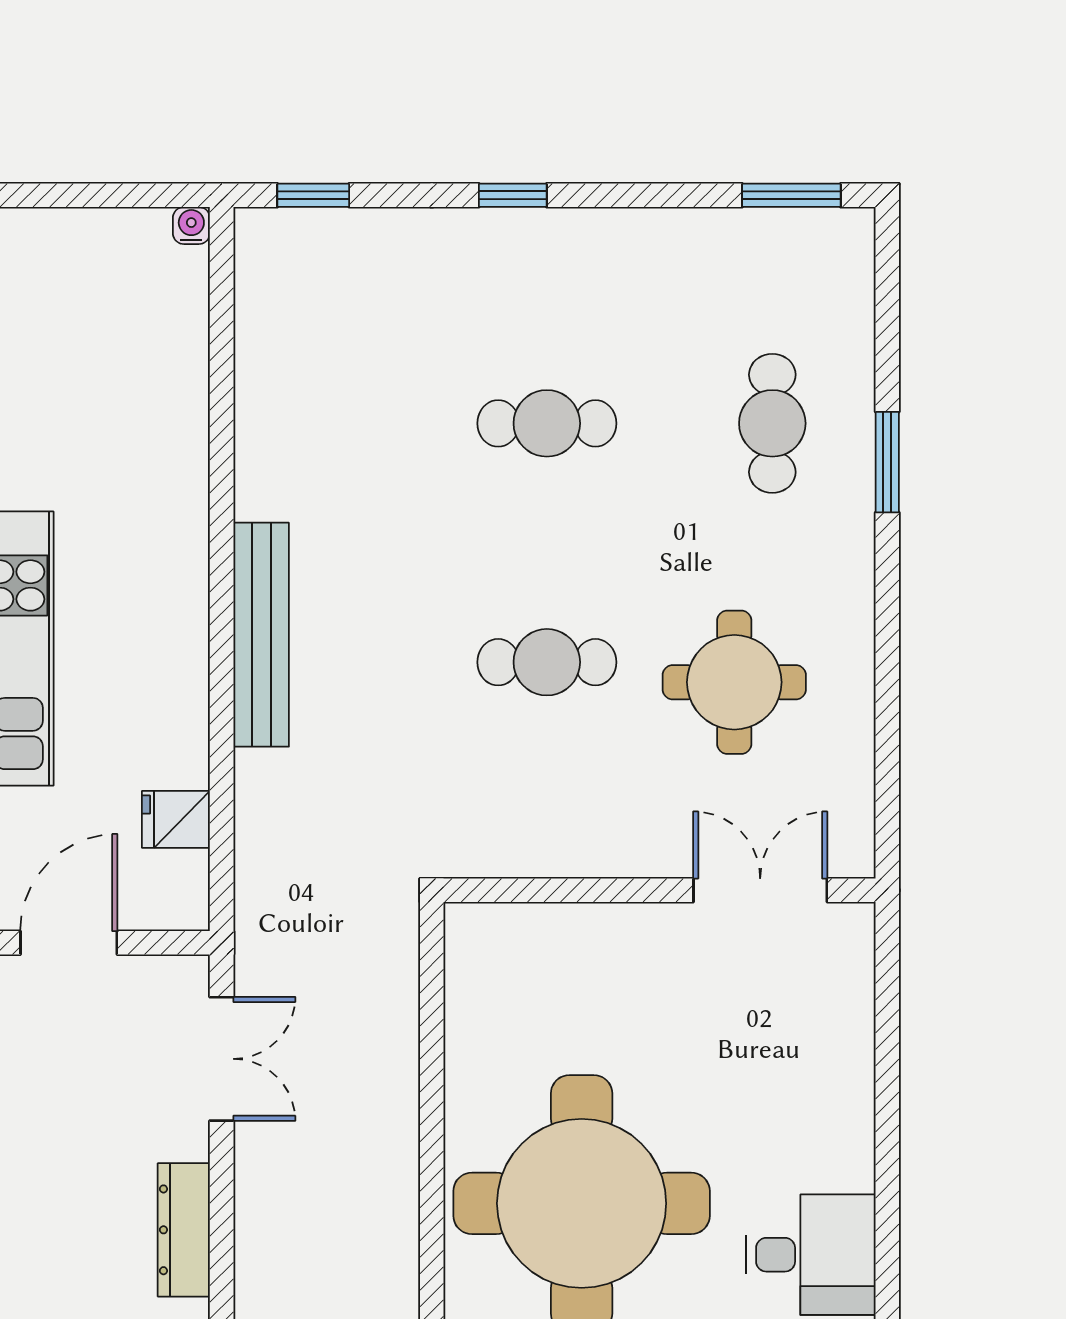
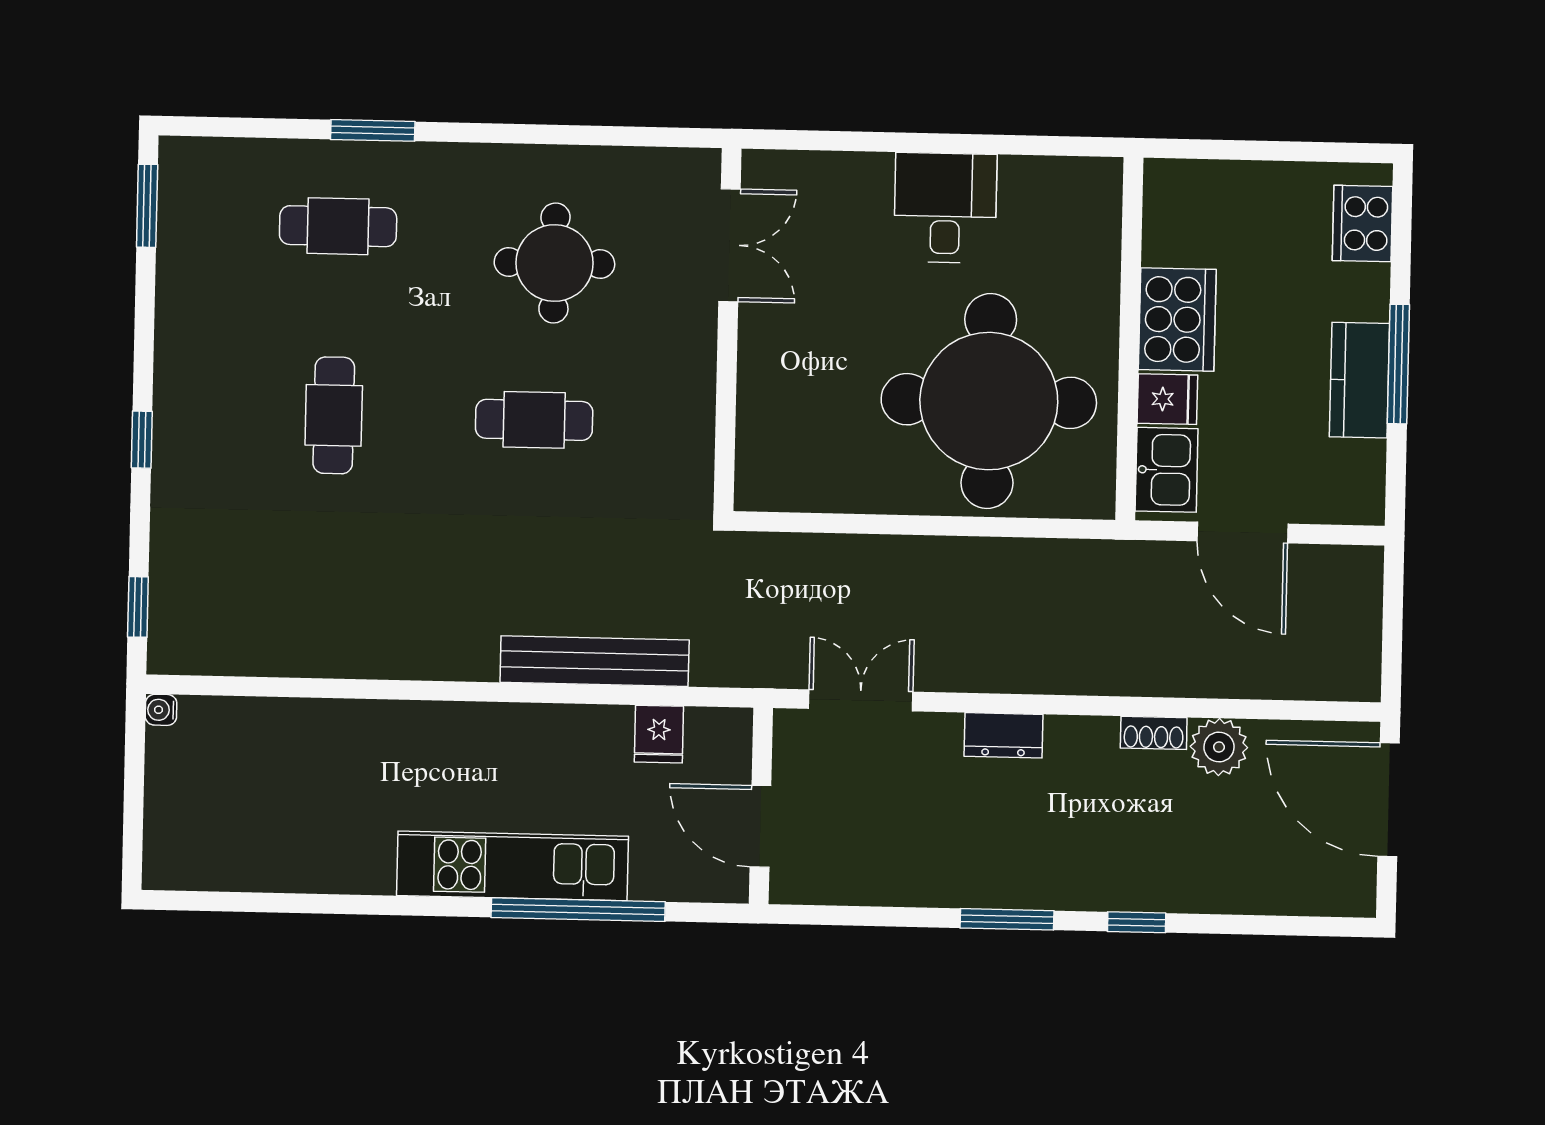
bench: (261, 635) -> (595, 661), moved
cafe table: (547, 662) -> (534, 420), turned 90
double door: (760, 890) -> (729, 245), swing flipped
dresser: (184, 1230) -> (1003, 735), width x0.70
desk: (811, 1255) -> (945, 208), moved

